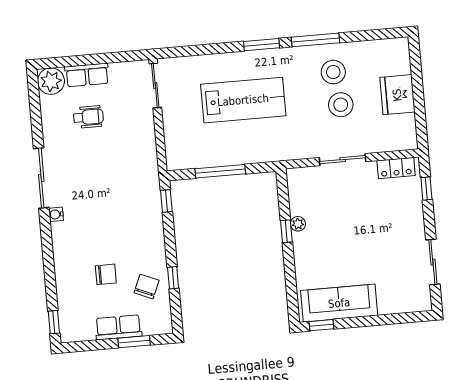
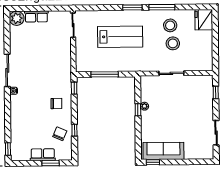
fridge: (397, 95) -> (204, 20), moved
wheelchair: (88, 117) -> (35, 39), removed
locker: (396, 168) -> (200, 80), removed
chair: (106, 274) -> (56, 104), moved

